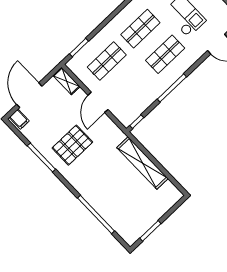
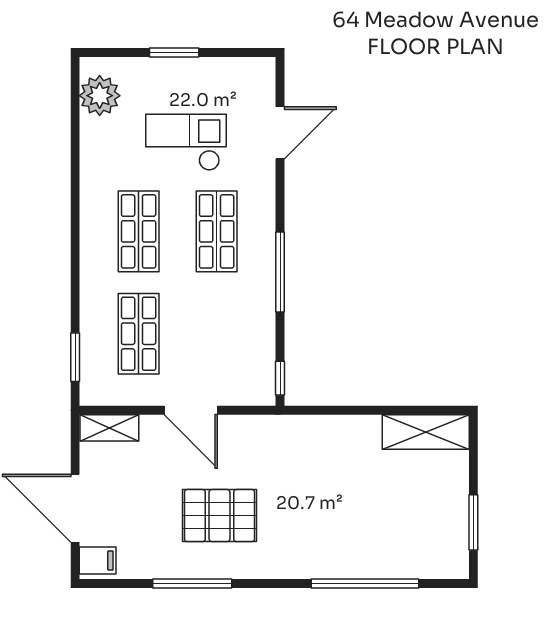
pallet: (72, 145) -> (219, 516), turned 90
shelving: (142, 163) -> (426, 432), moved, width x0.68

